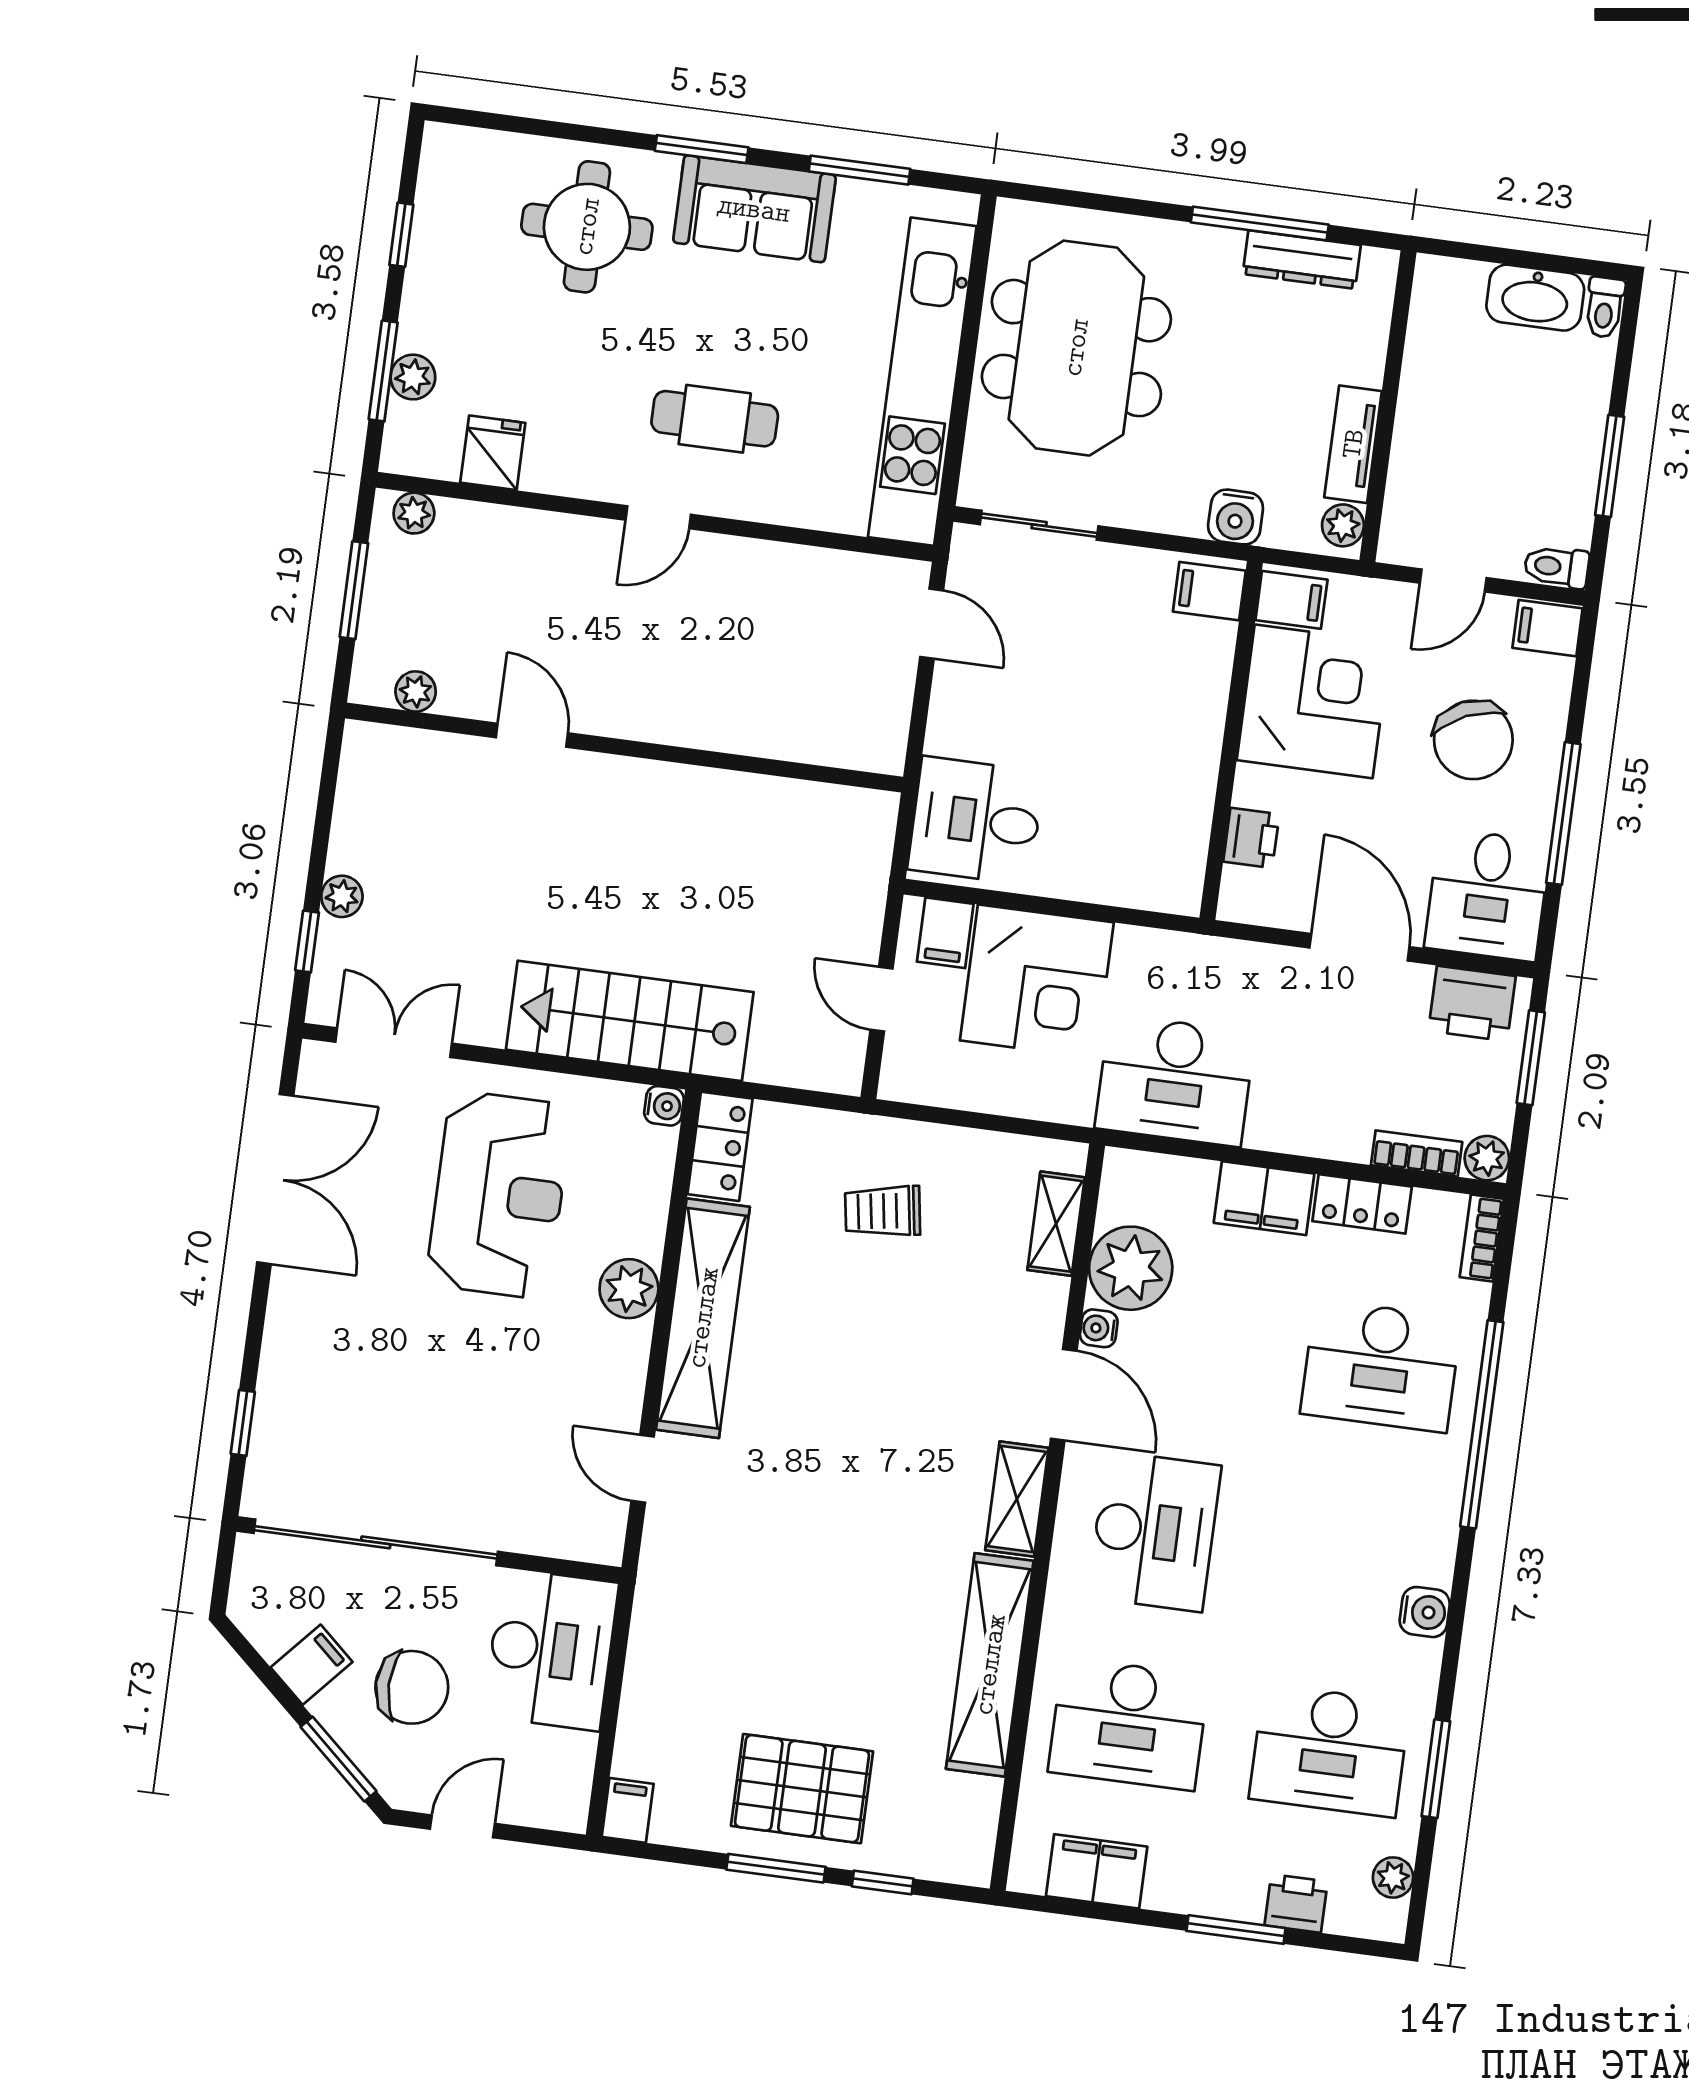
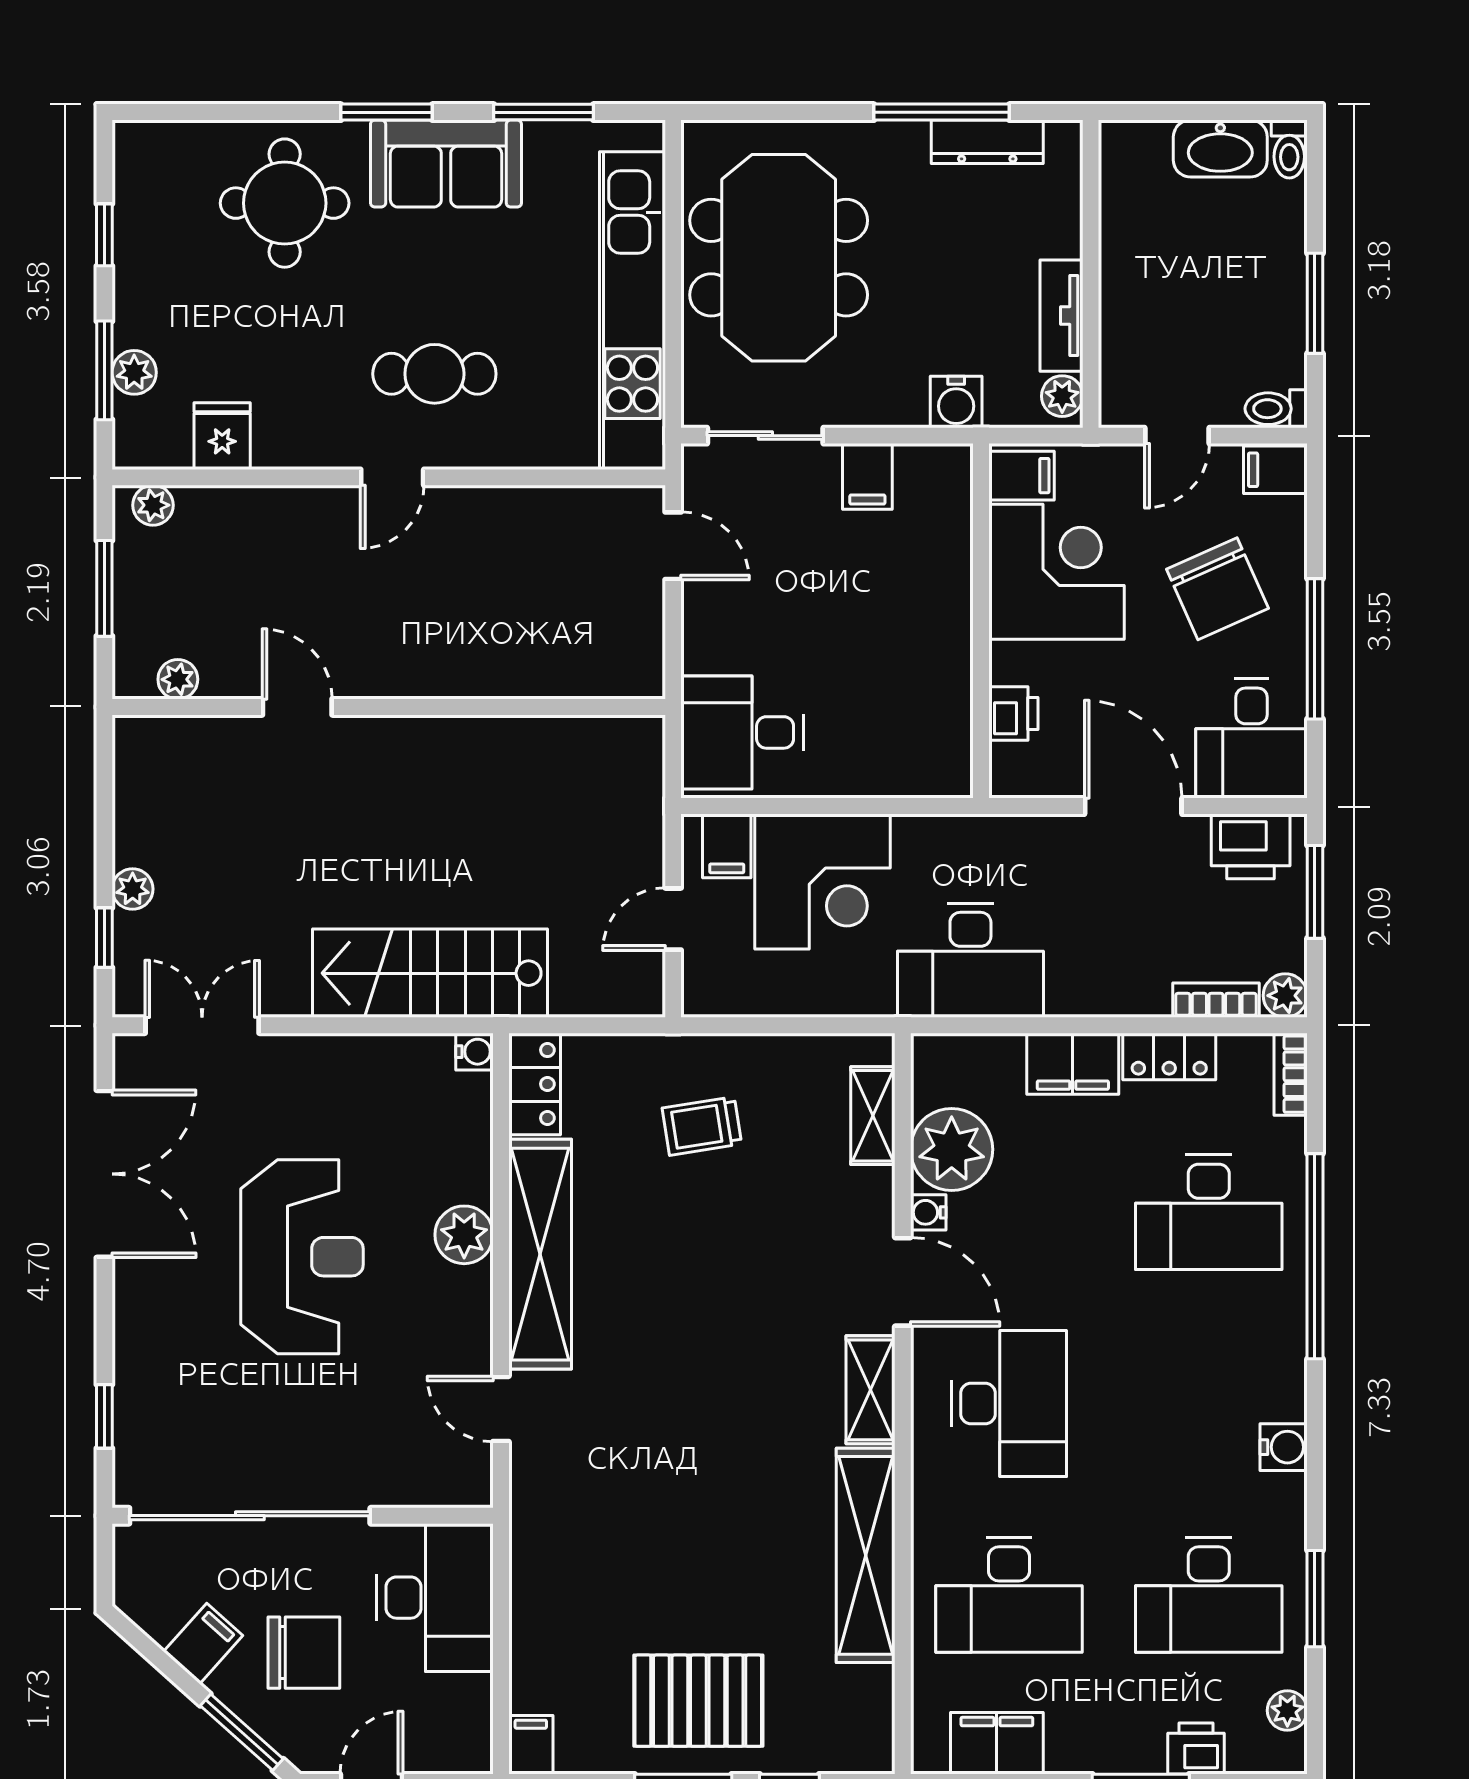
filing cabinet: (1209, 591) -> (867, 476), moved, turned -90
door: (882, 999) -> (673, 919), hinge flipped
reception desk: (499, 1195) -> (302, 1257), moved

